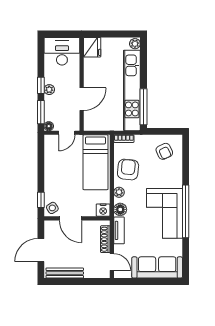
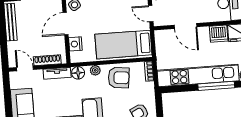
dishwasher: (92, 67) -> (219, 34), added
window: (144, 107) -> (216, 86), moved
nightstand: (103, 210) -> (75, 44), moved
door: (112, 262) -> (25, 69), swing flipped

